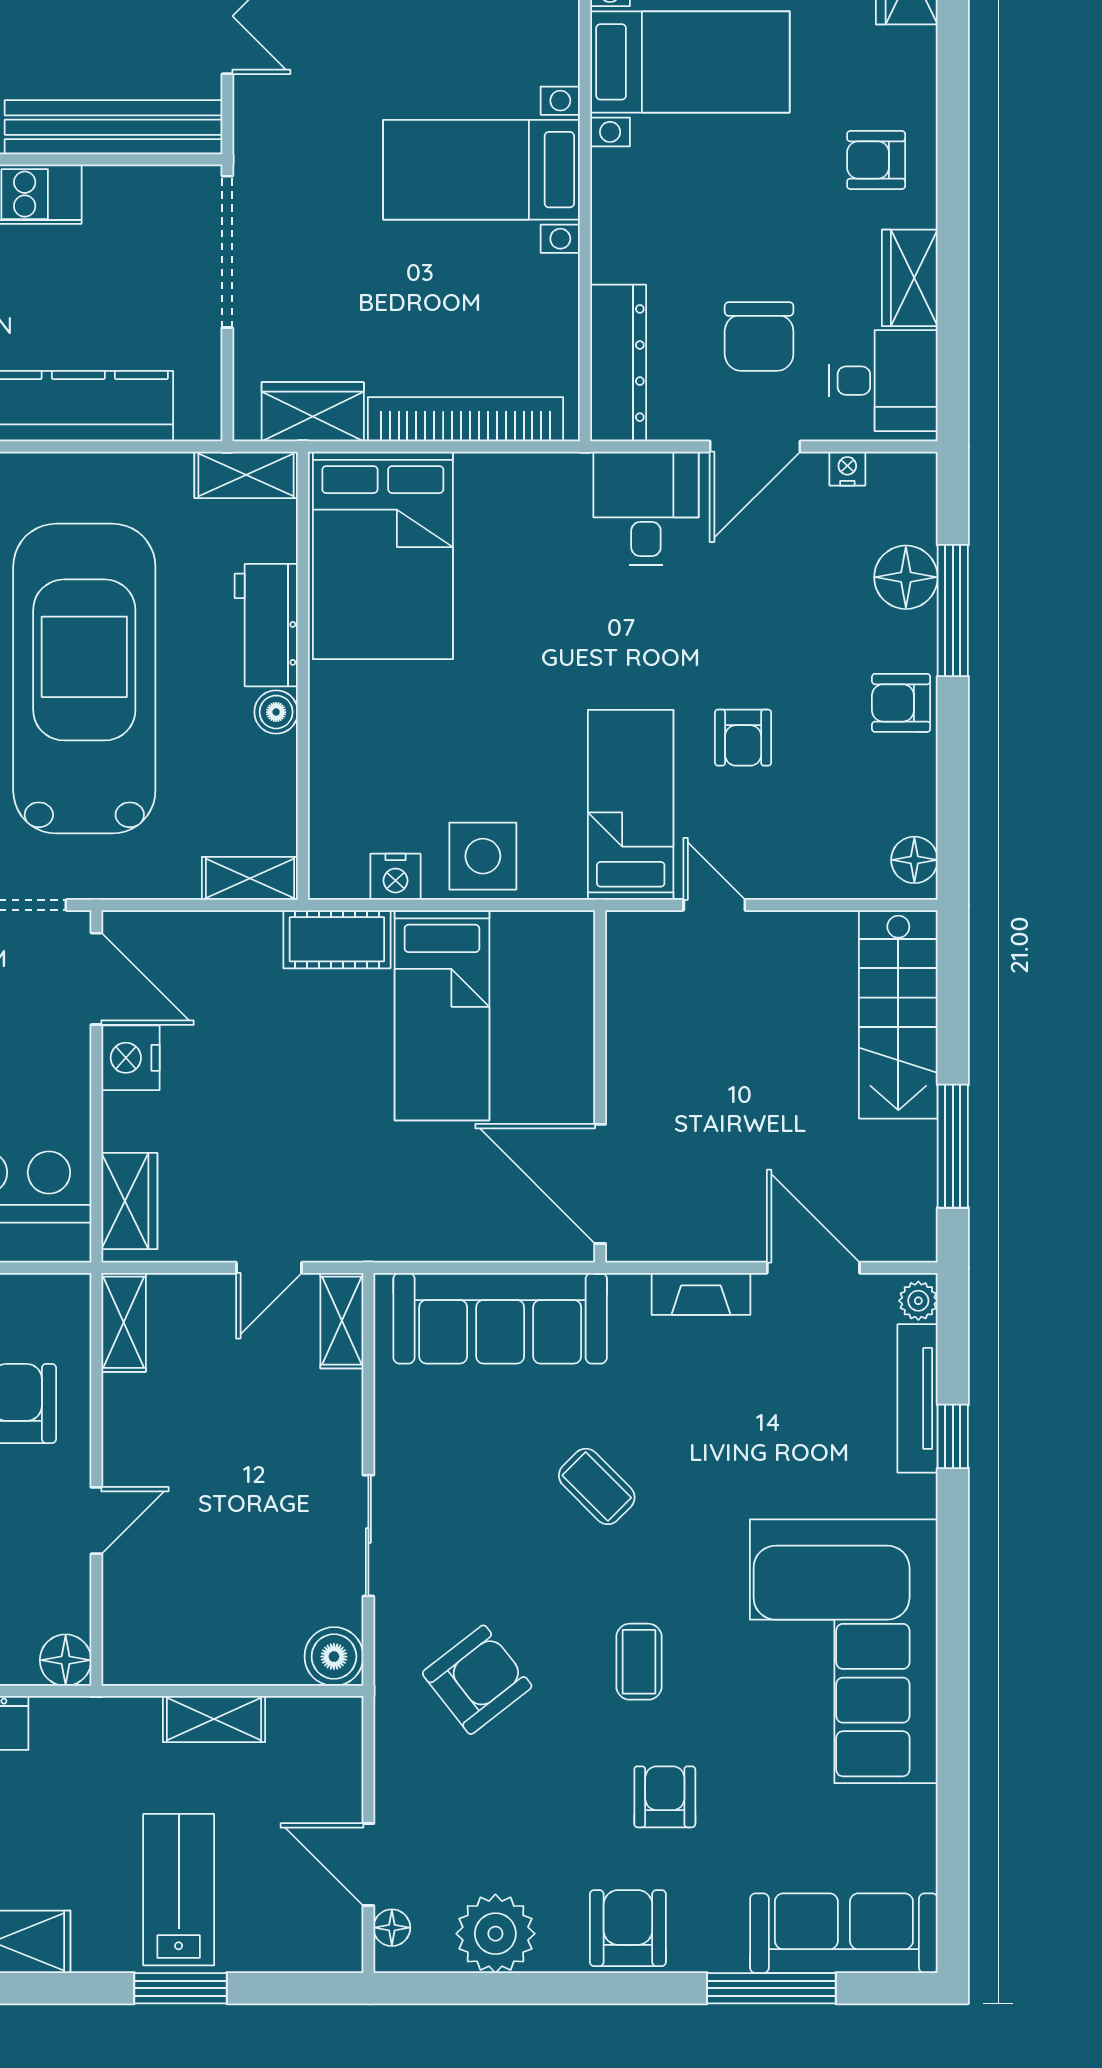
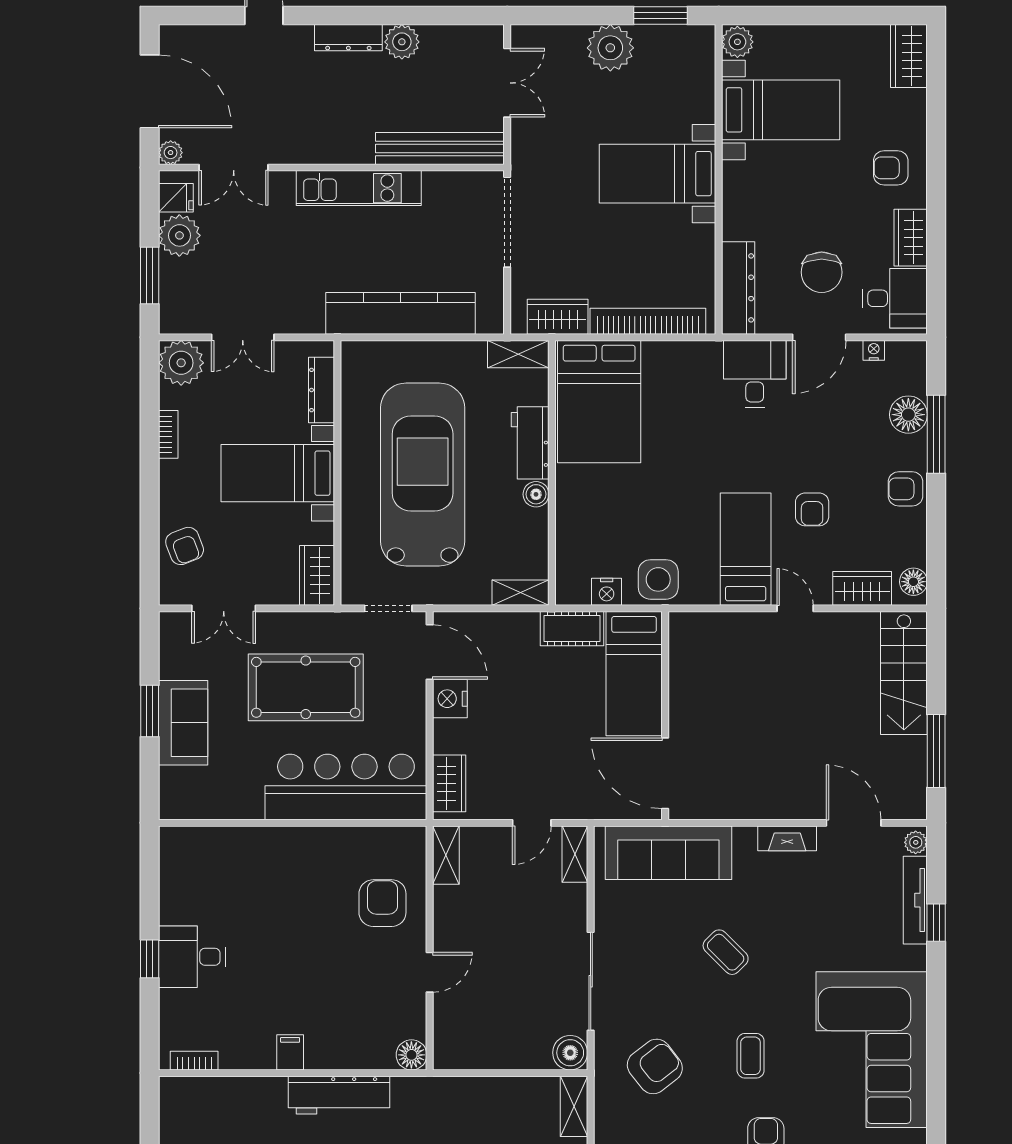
wardrobe: (828, 871) -> (862, 588), added
wall: (600, 1086) -> (665, 716), moved
door: (600, 1184) -> (665, 773), moved
sliding door: (368, 1536) -> (591, 981), width x1.37
shelving: (214, 1719) -> (574, 1106), moved, turned 90

